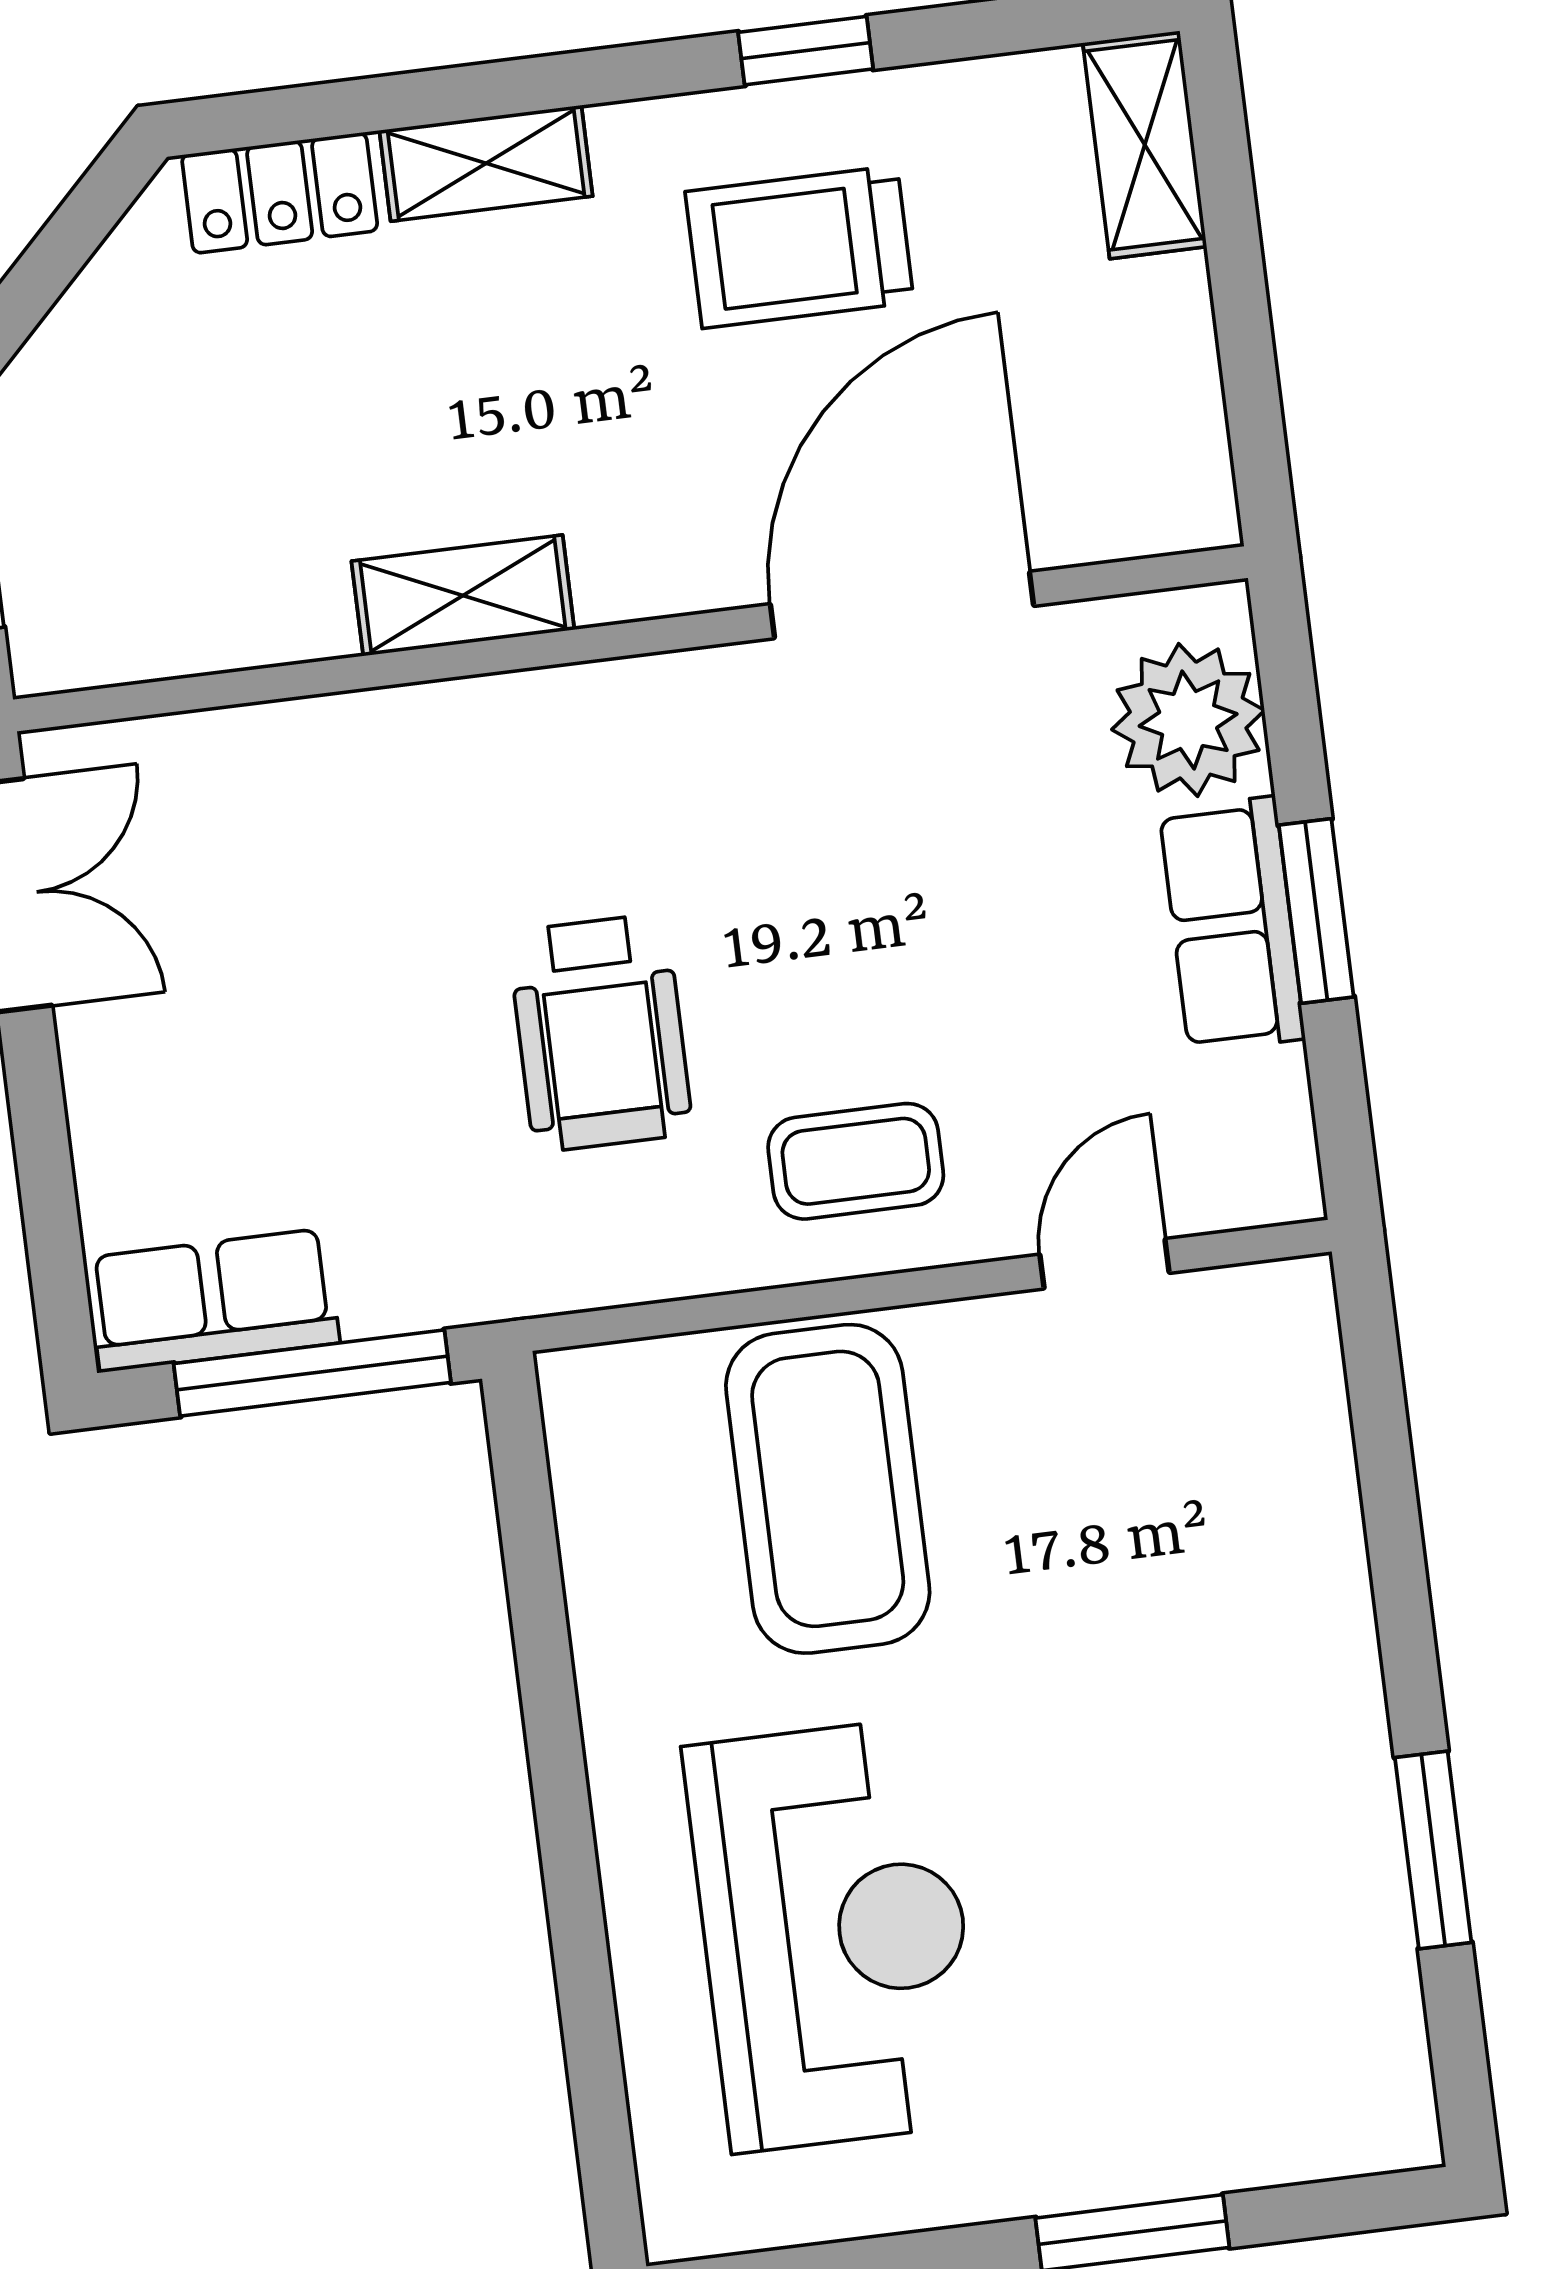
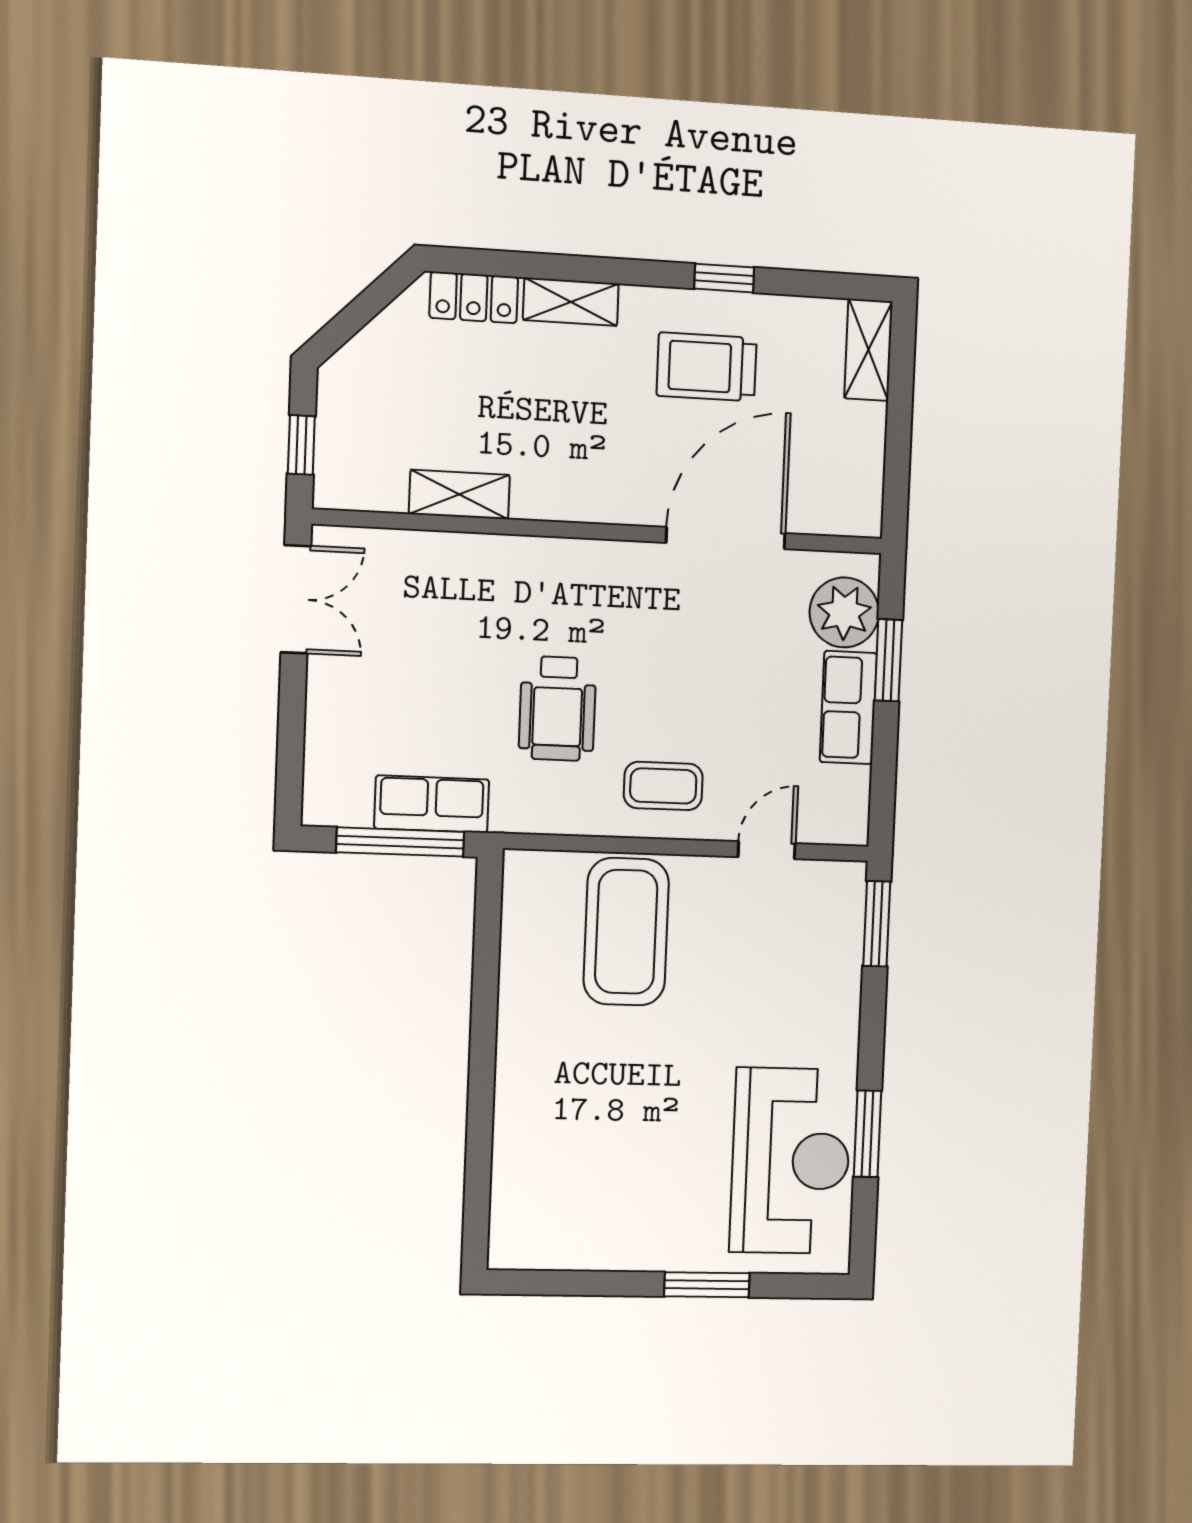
shelving: (463, 595) -> (459, 494), moved
window: (1316, 911) -> (888, 660), moved
row of seats: (213, 1300) -> (432, 804), moved
window: (1375, 1385) -> (877, 924), added
reception desk: (834, 1935) -> (791, 1161), moved

